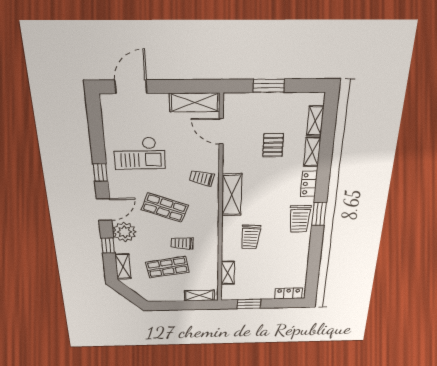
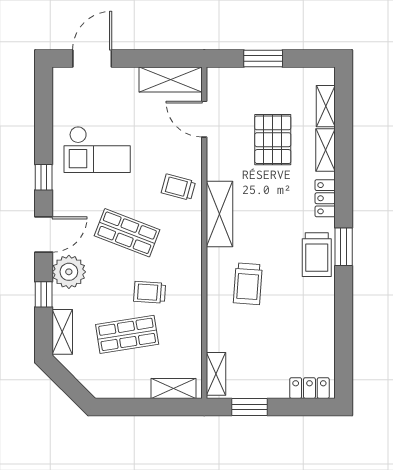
pallet: (273, 145) -> (273, 140), width x1.50, depth x1.42
shelving: (228, 273) -> (216, 374), moved

